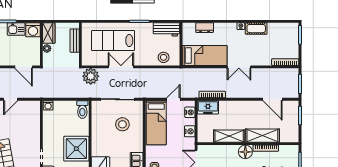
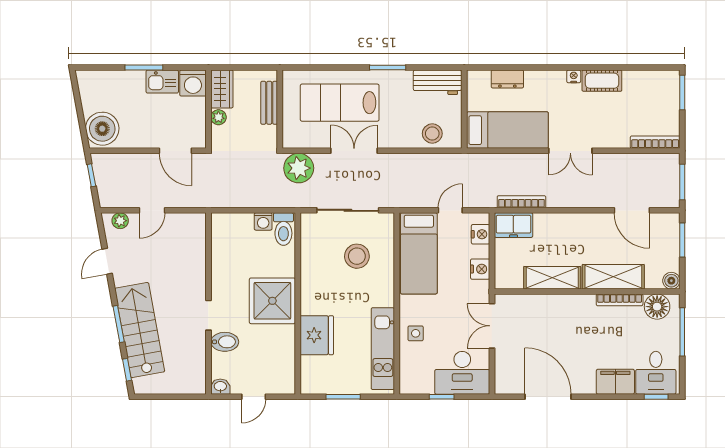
washing machine: (48, 105) -> (263, 221), moved
boiler: (294, 138) -> (671, 281), added
floor lamp: (245, 152) -> (657, 307), moved

